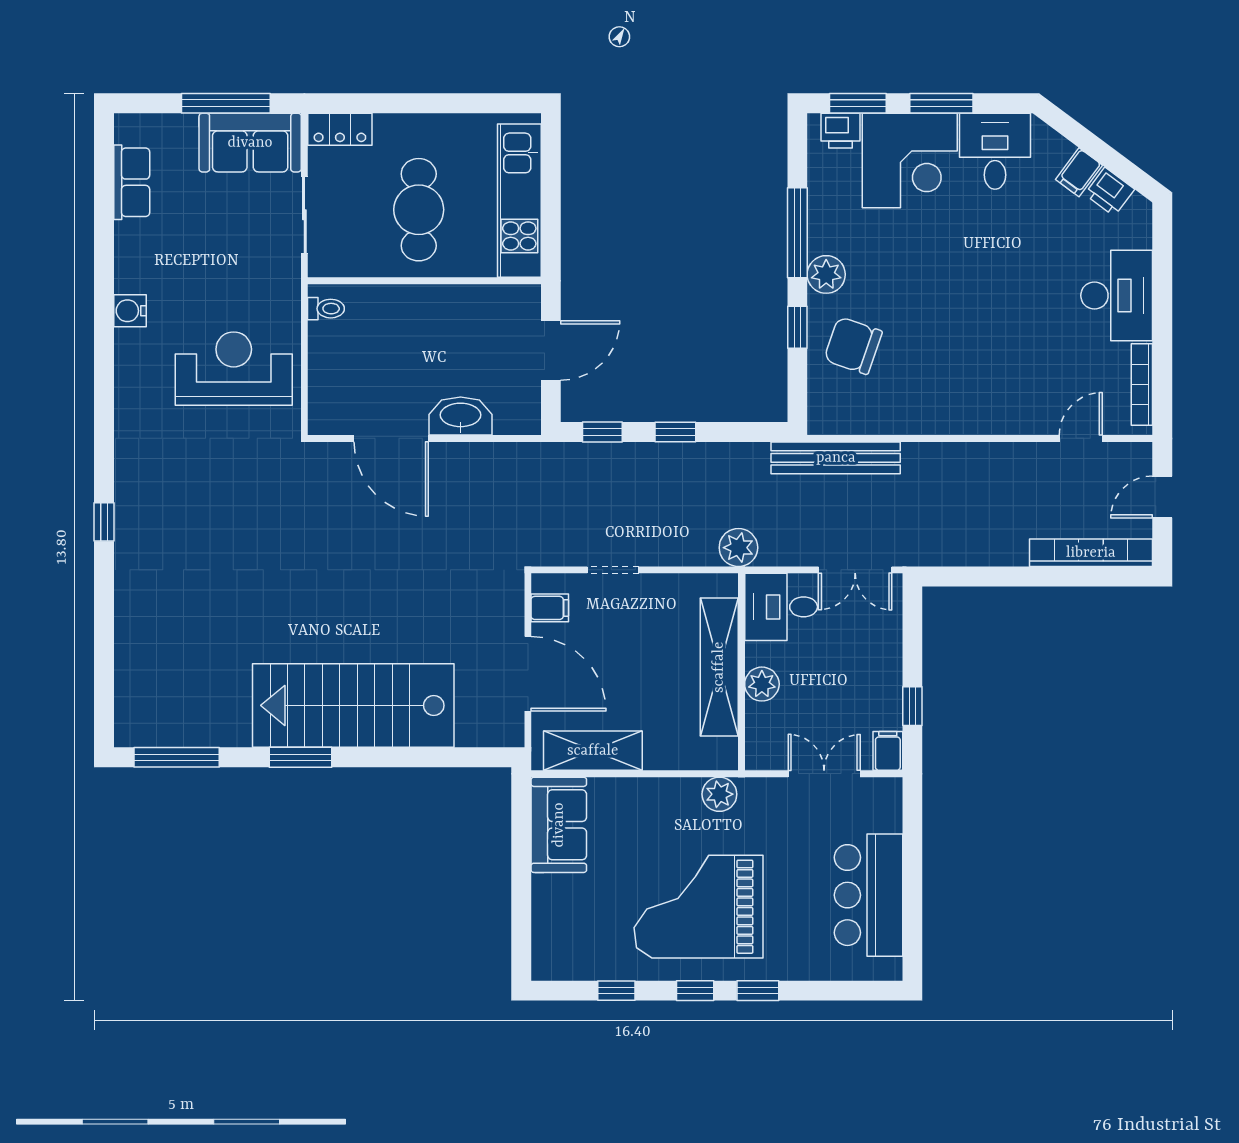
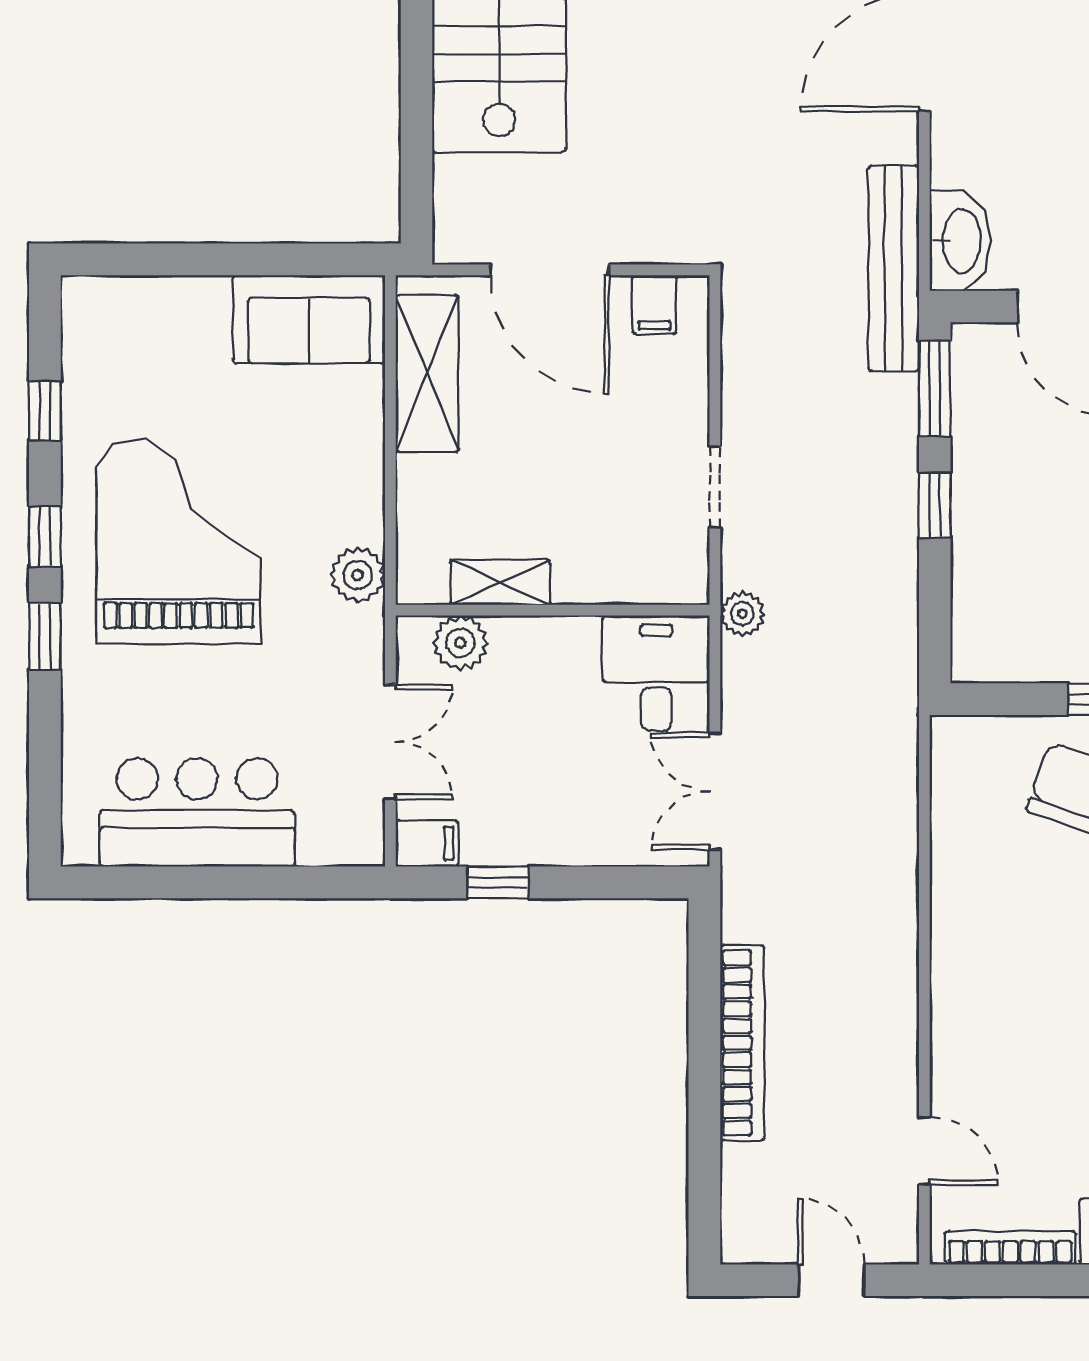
washbasin: (461, 416) -> (960, 241), moved
window: (602, 432) -> (935, 389), width x1.50
bench: (836, 458) -> (894, 268), moved
plant: (738, 548) -> (742, 614), width x0.73, depth x0.73
bookcase: (1091, 553) -> (742, 1043), moved
doorway: (613, 570) -> (715, 487), moved
shelving: (719, 667) -> (500, 582), width x0.45, depth x0.75
door: (528, 674) -> (550, 270), hinge flipped
plant: (762, 684) -> (460, 643), moved

